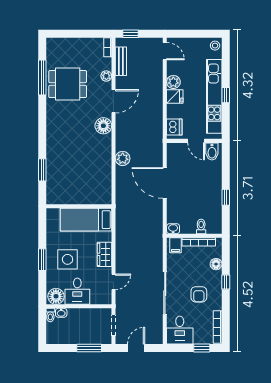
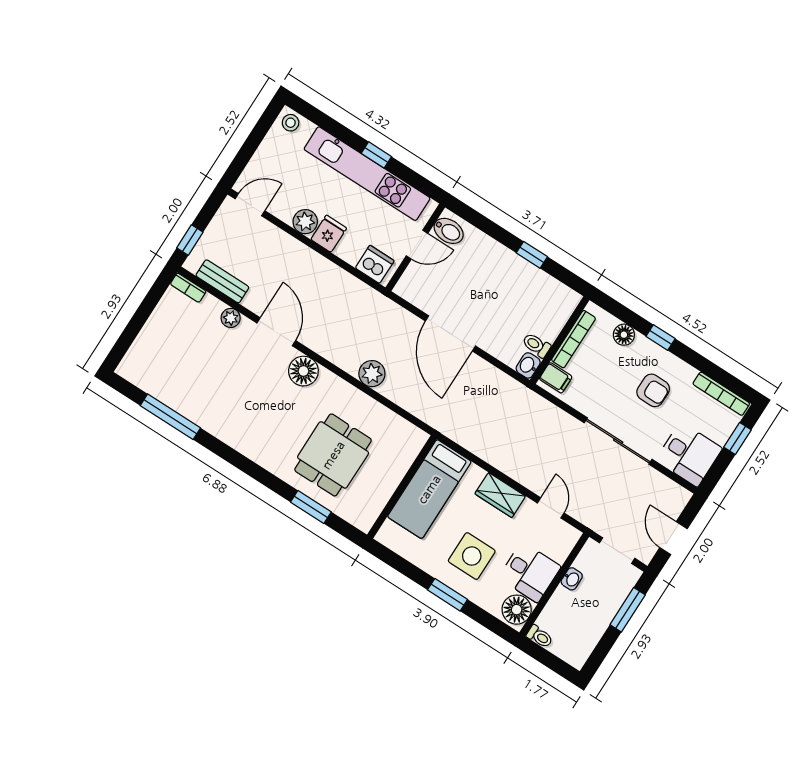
dining table: (68, 84) -> (333, 455), moved
door: (165, 183) -> (451, 333), hinge flipped
toilet: (201, 226) -> (536, 345), moved
washbasin: (61, 313) -> (572, 579), moved

